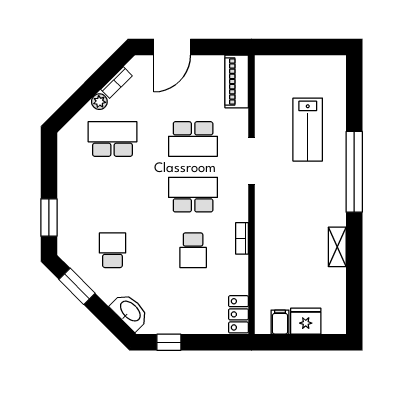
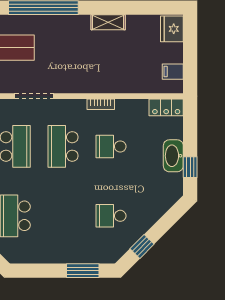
school desk: (193, 250) -> (111, 146), turned 180
window: (77, 286) -> (142, 246), width x0.67
washbasin: (130, 311) -> (173, 156), moved, turned -45
fridge: (306, 321) -> (172, 29), moved

